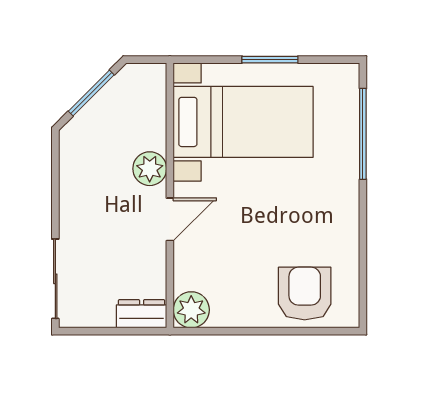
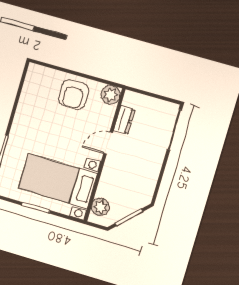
plant: (150, 169) -> (100, 207), moved
armchair: (305, 293) -> (74, 94), moved
dresser: (142, 314) -> (124, 120), moved, turned -90

